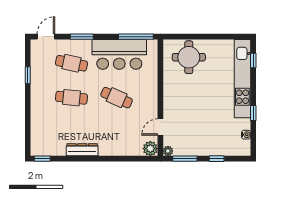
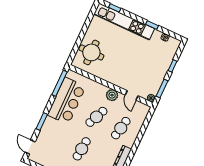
cafe table: (72, 63) -> (121, 128), moved
plant: (150, 149) -> (112, 95), moved

